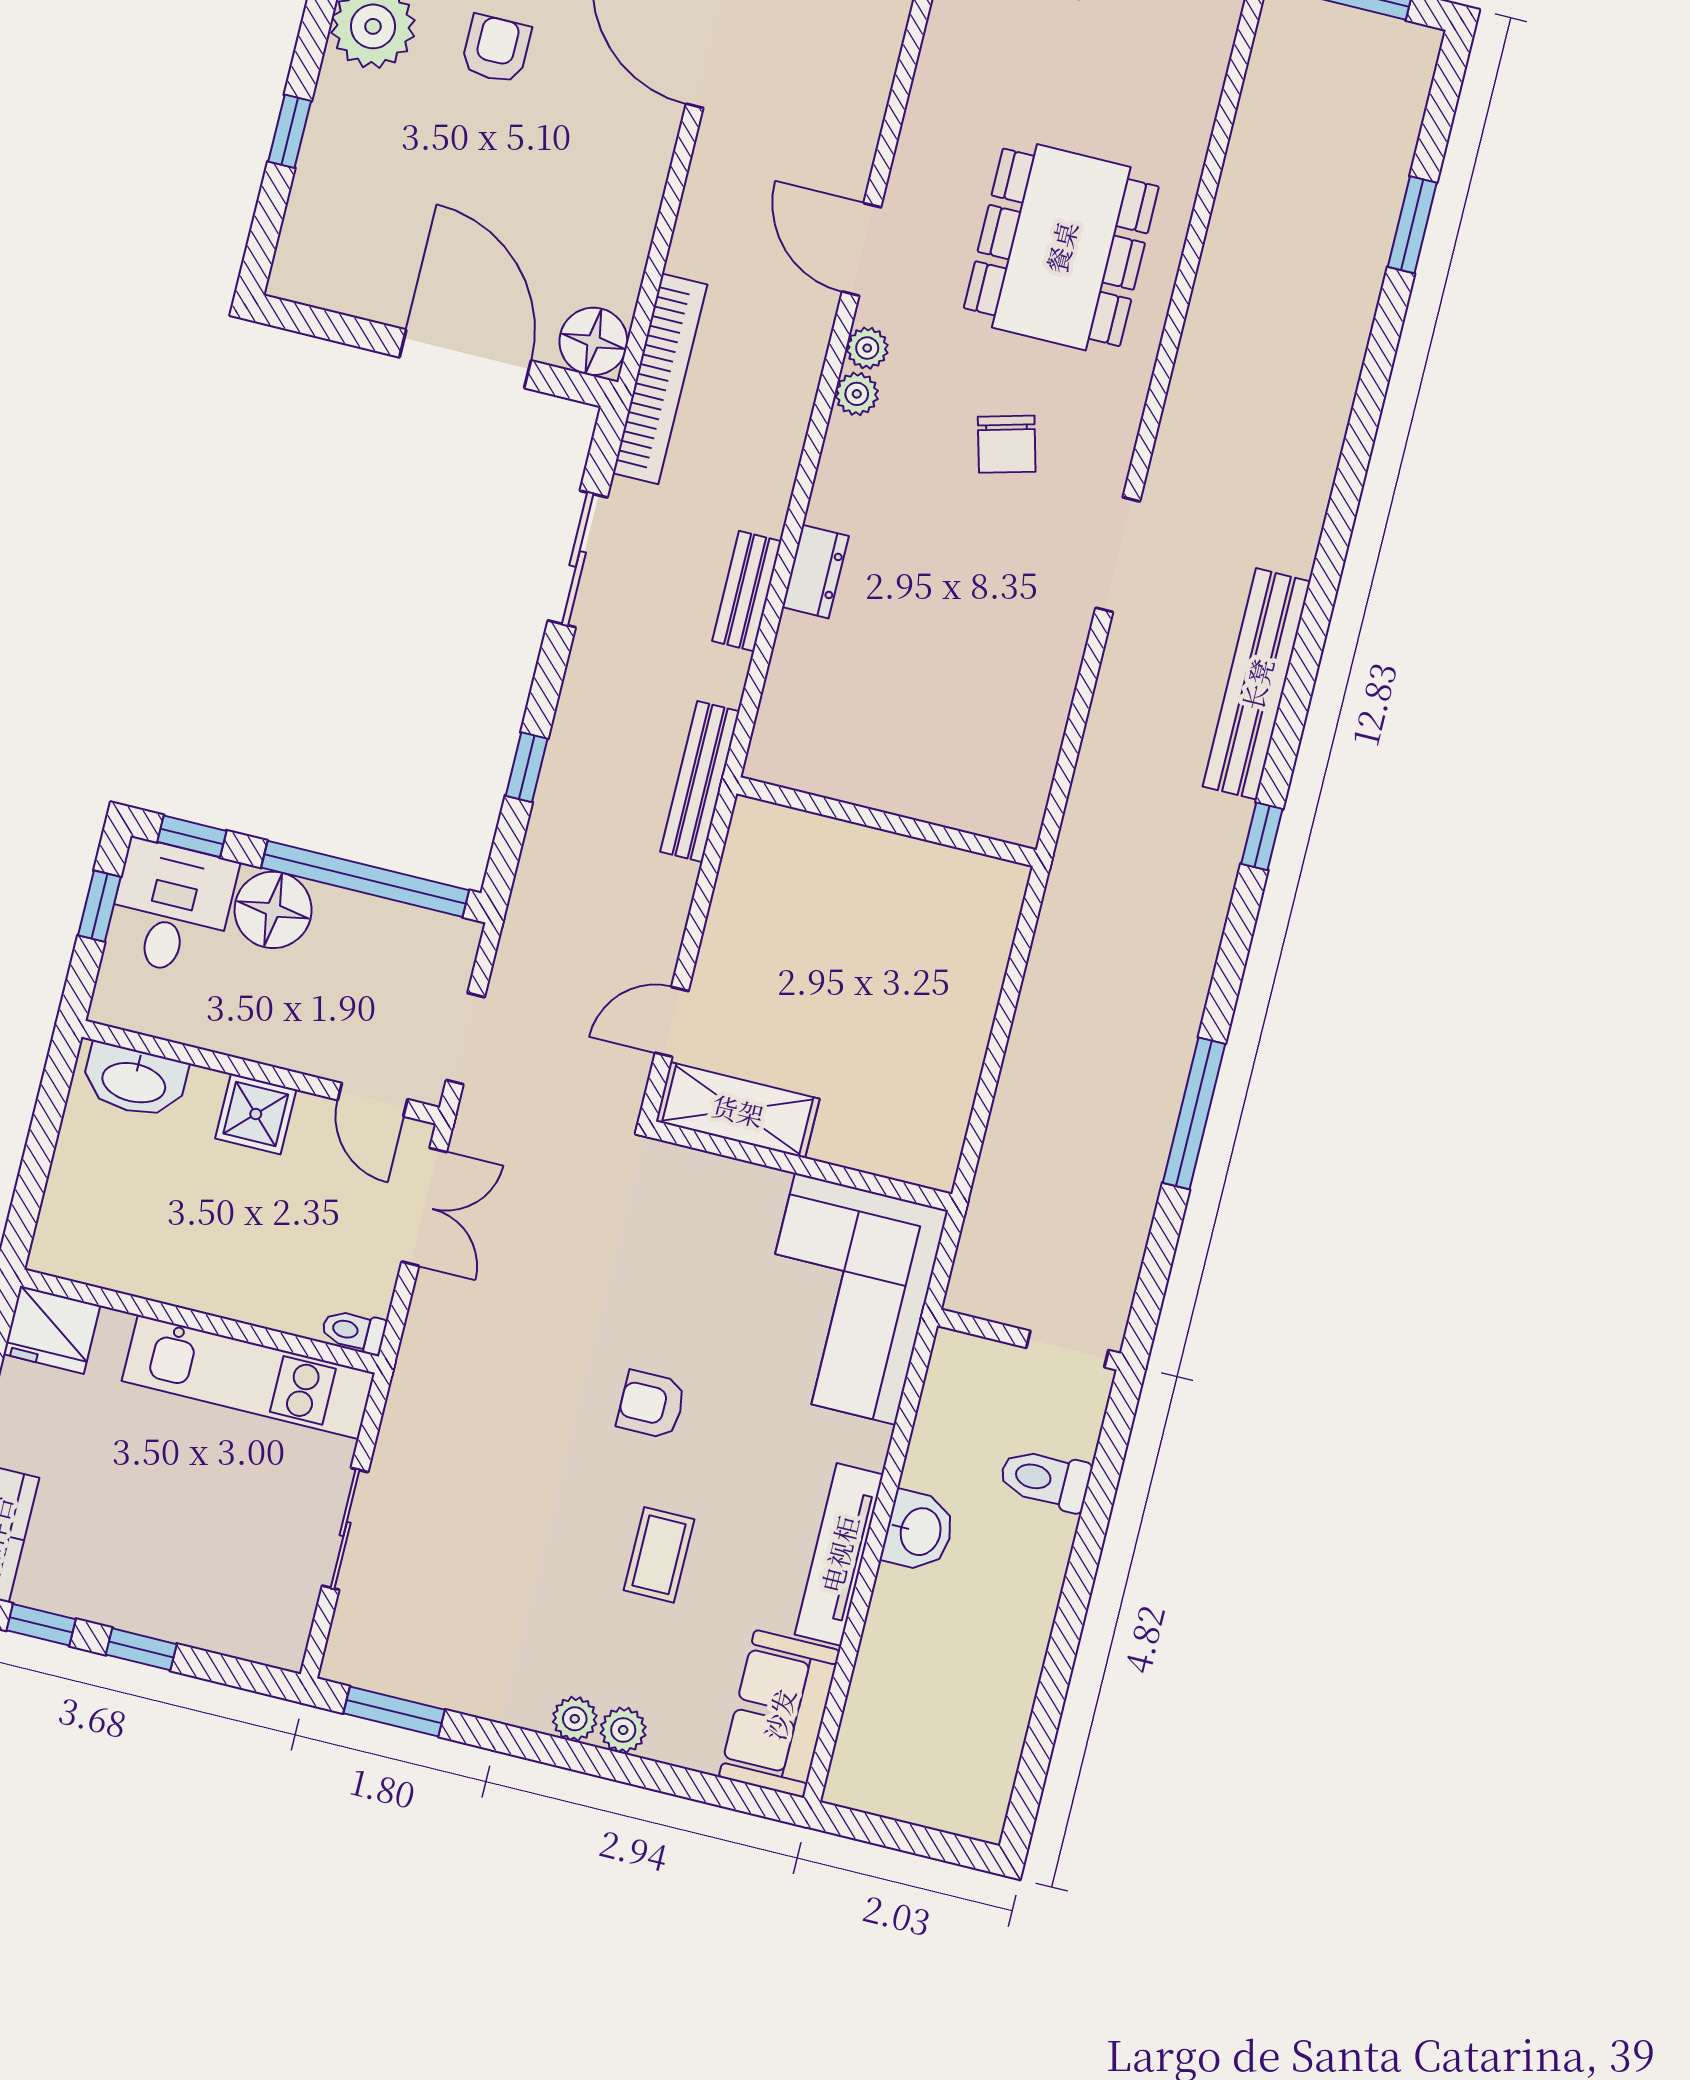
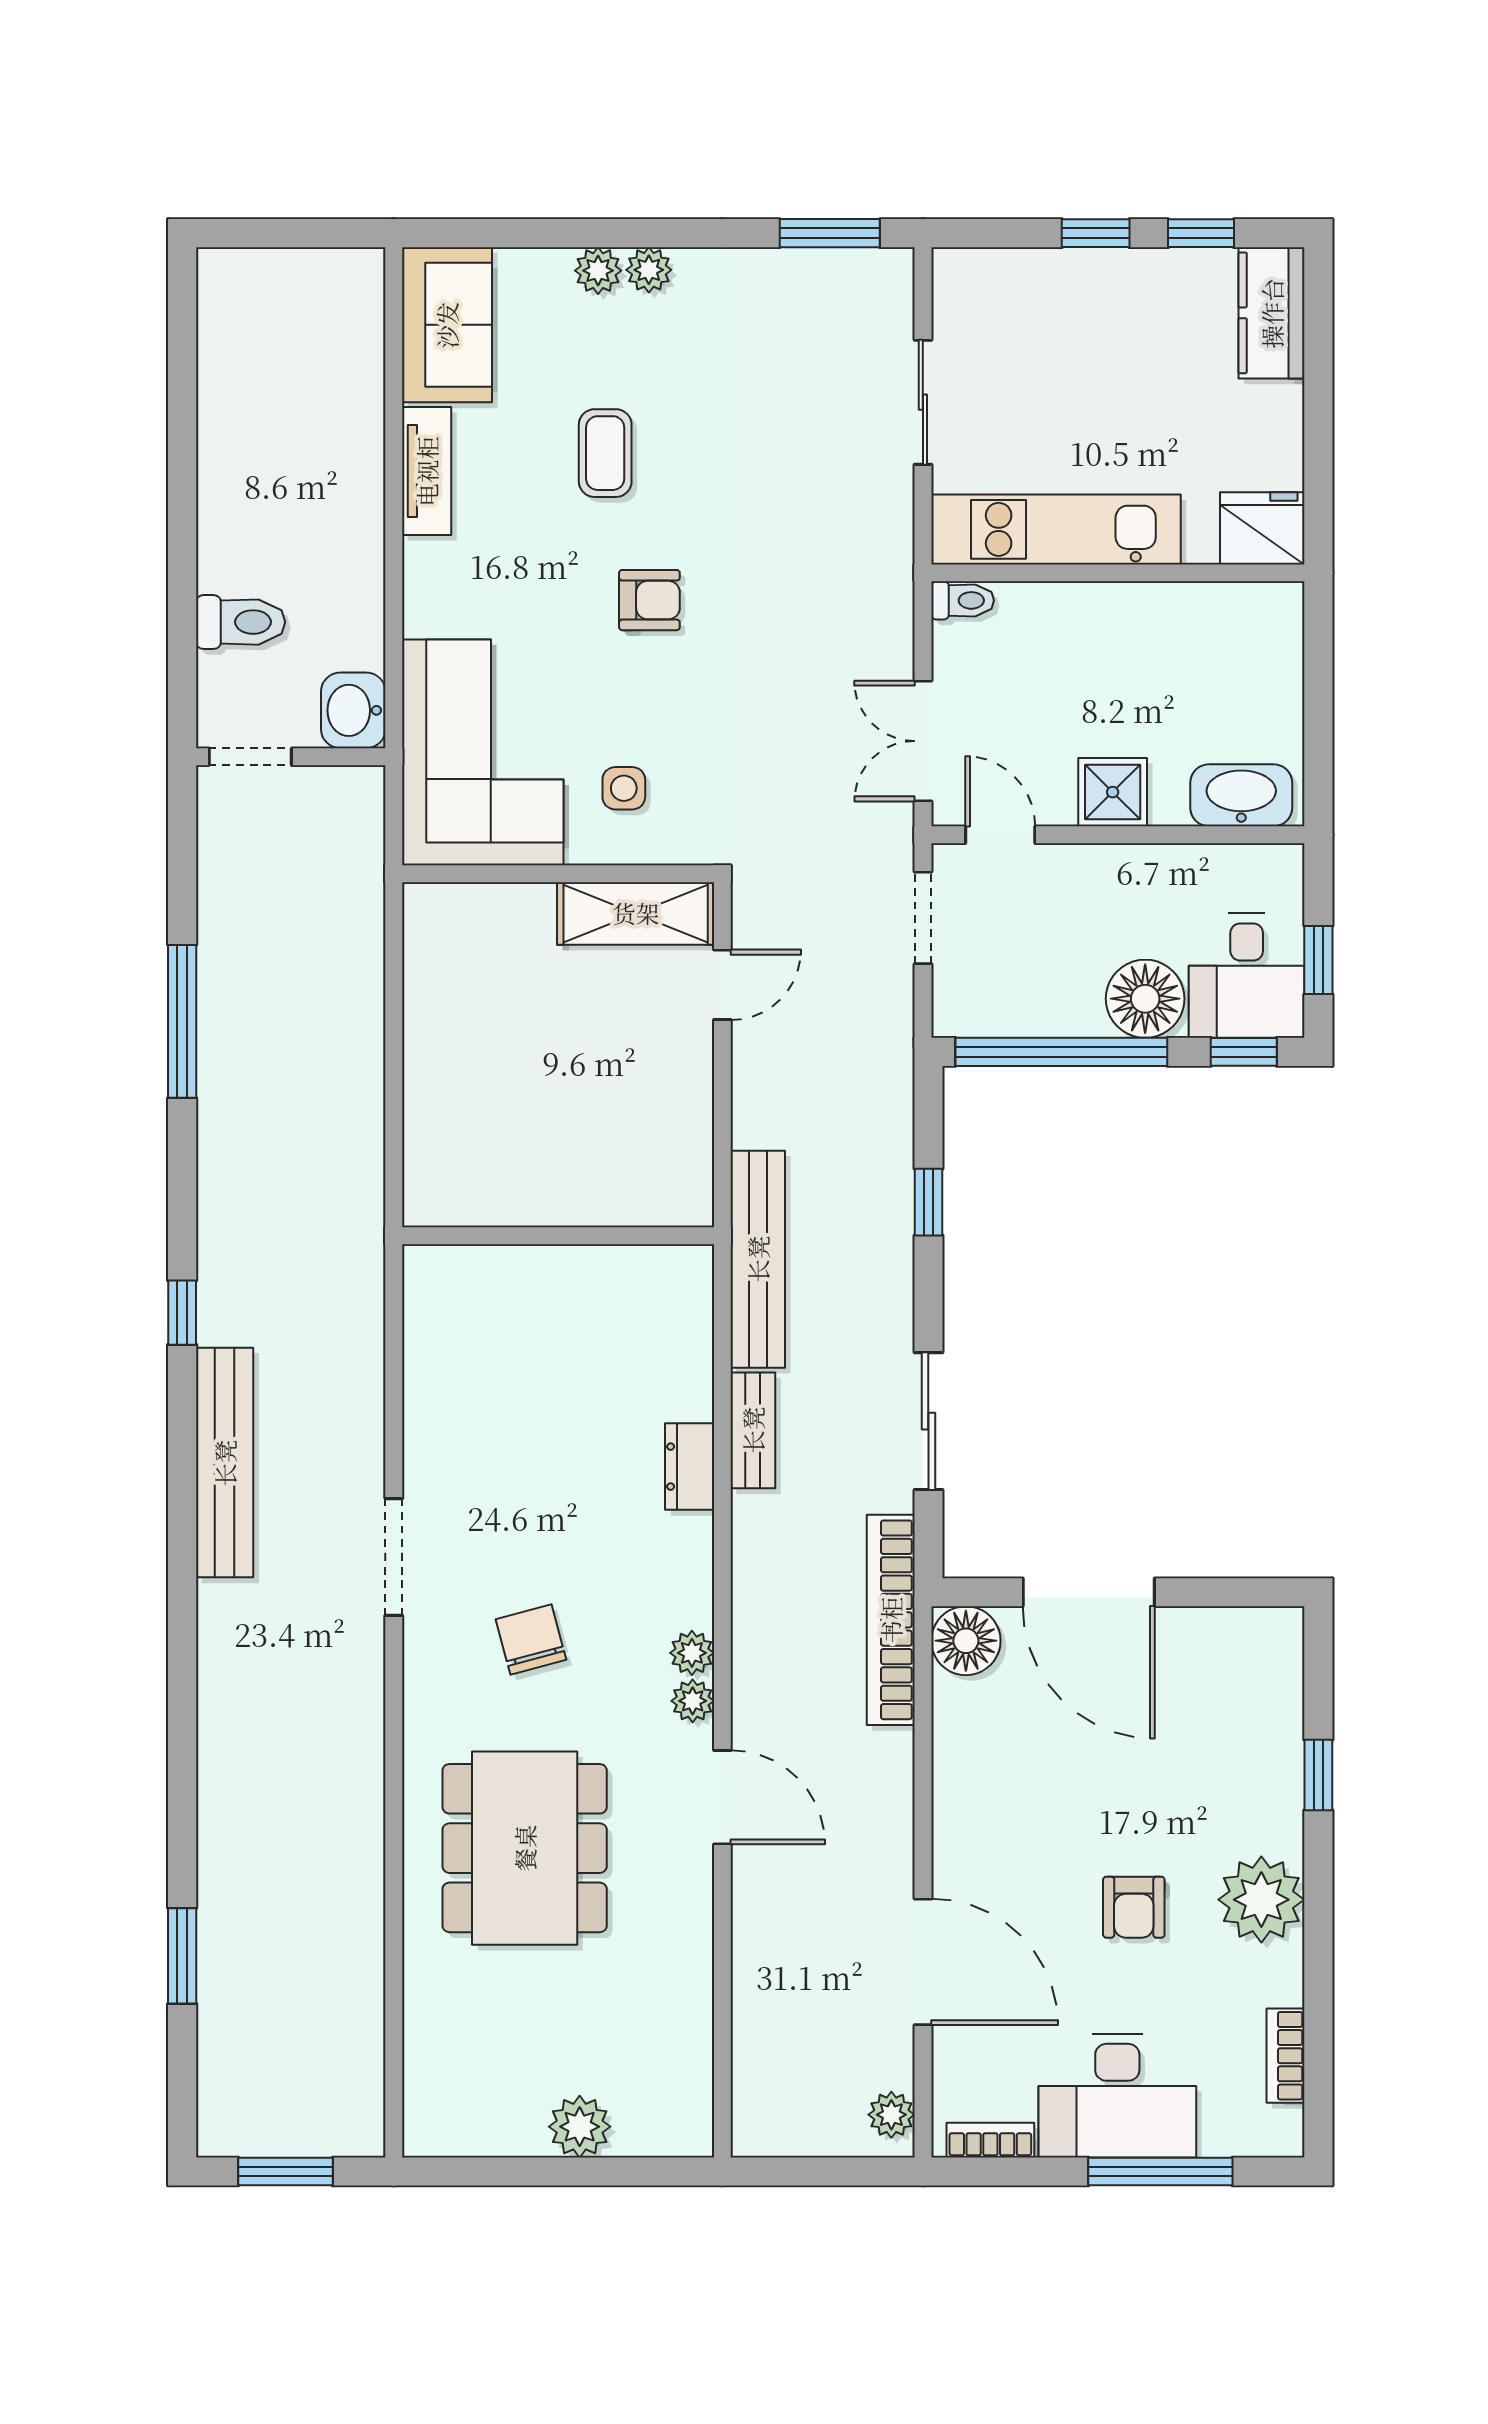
bench: (700, 782) -> (758, 1259), width x1.37, depth x1.21
side table: (720, 1232) -> (624, 788), added
washbasin: (919, 1531) -> (353, 710), moved
tv unit: (839, 1554) -> (427, 471), width x0.71

